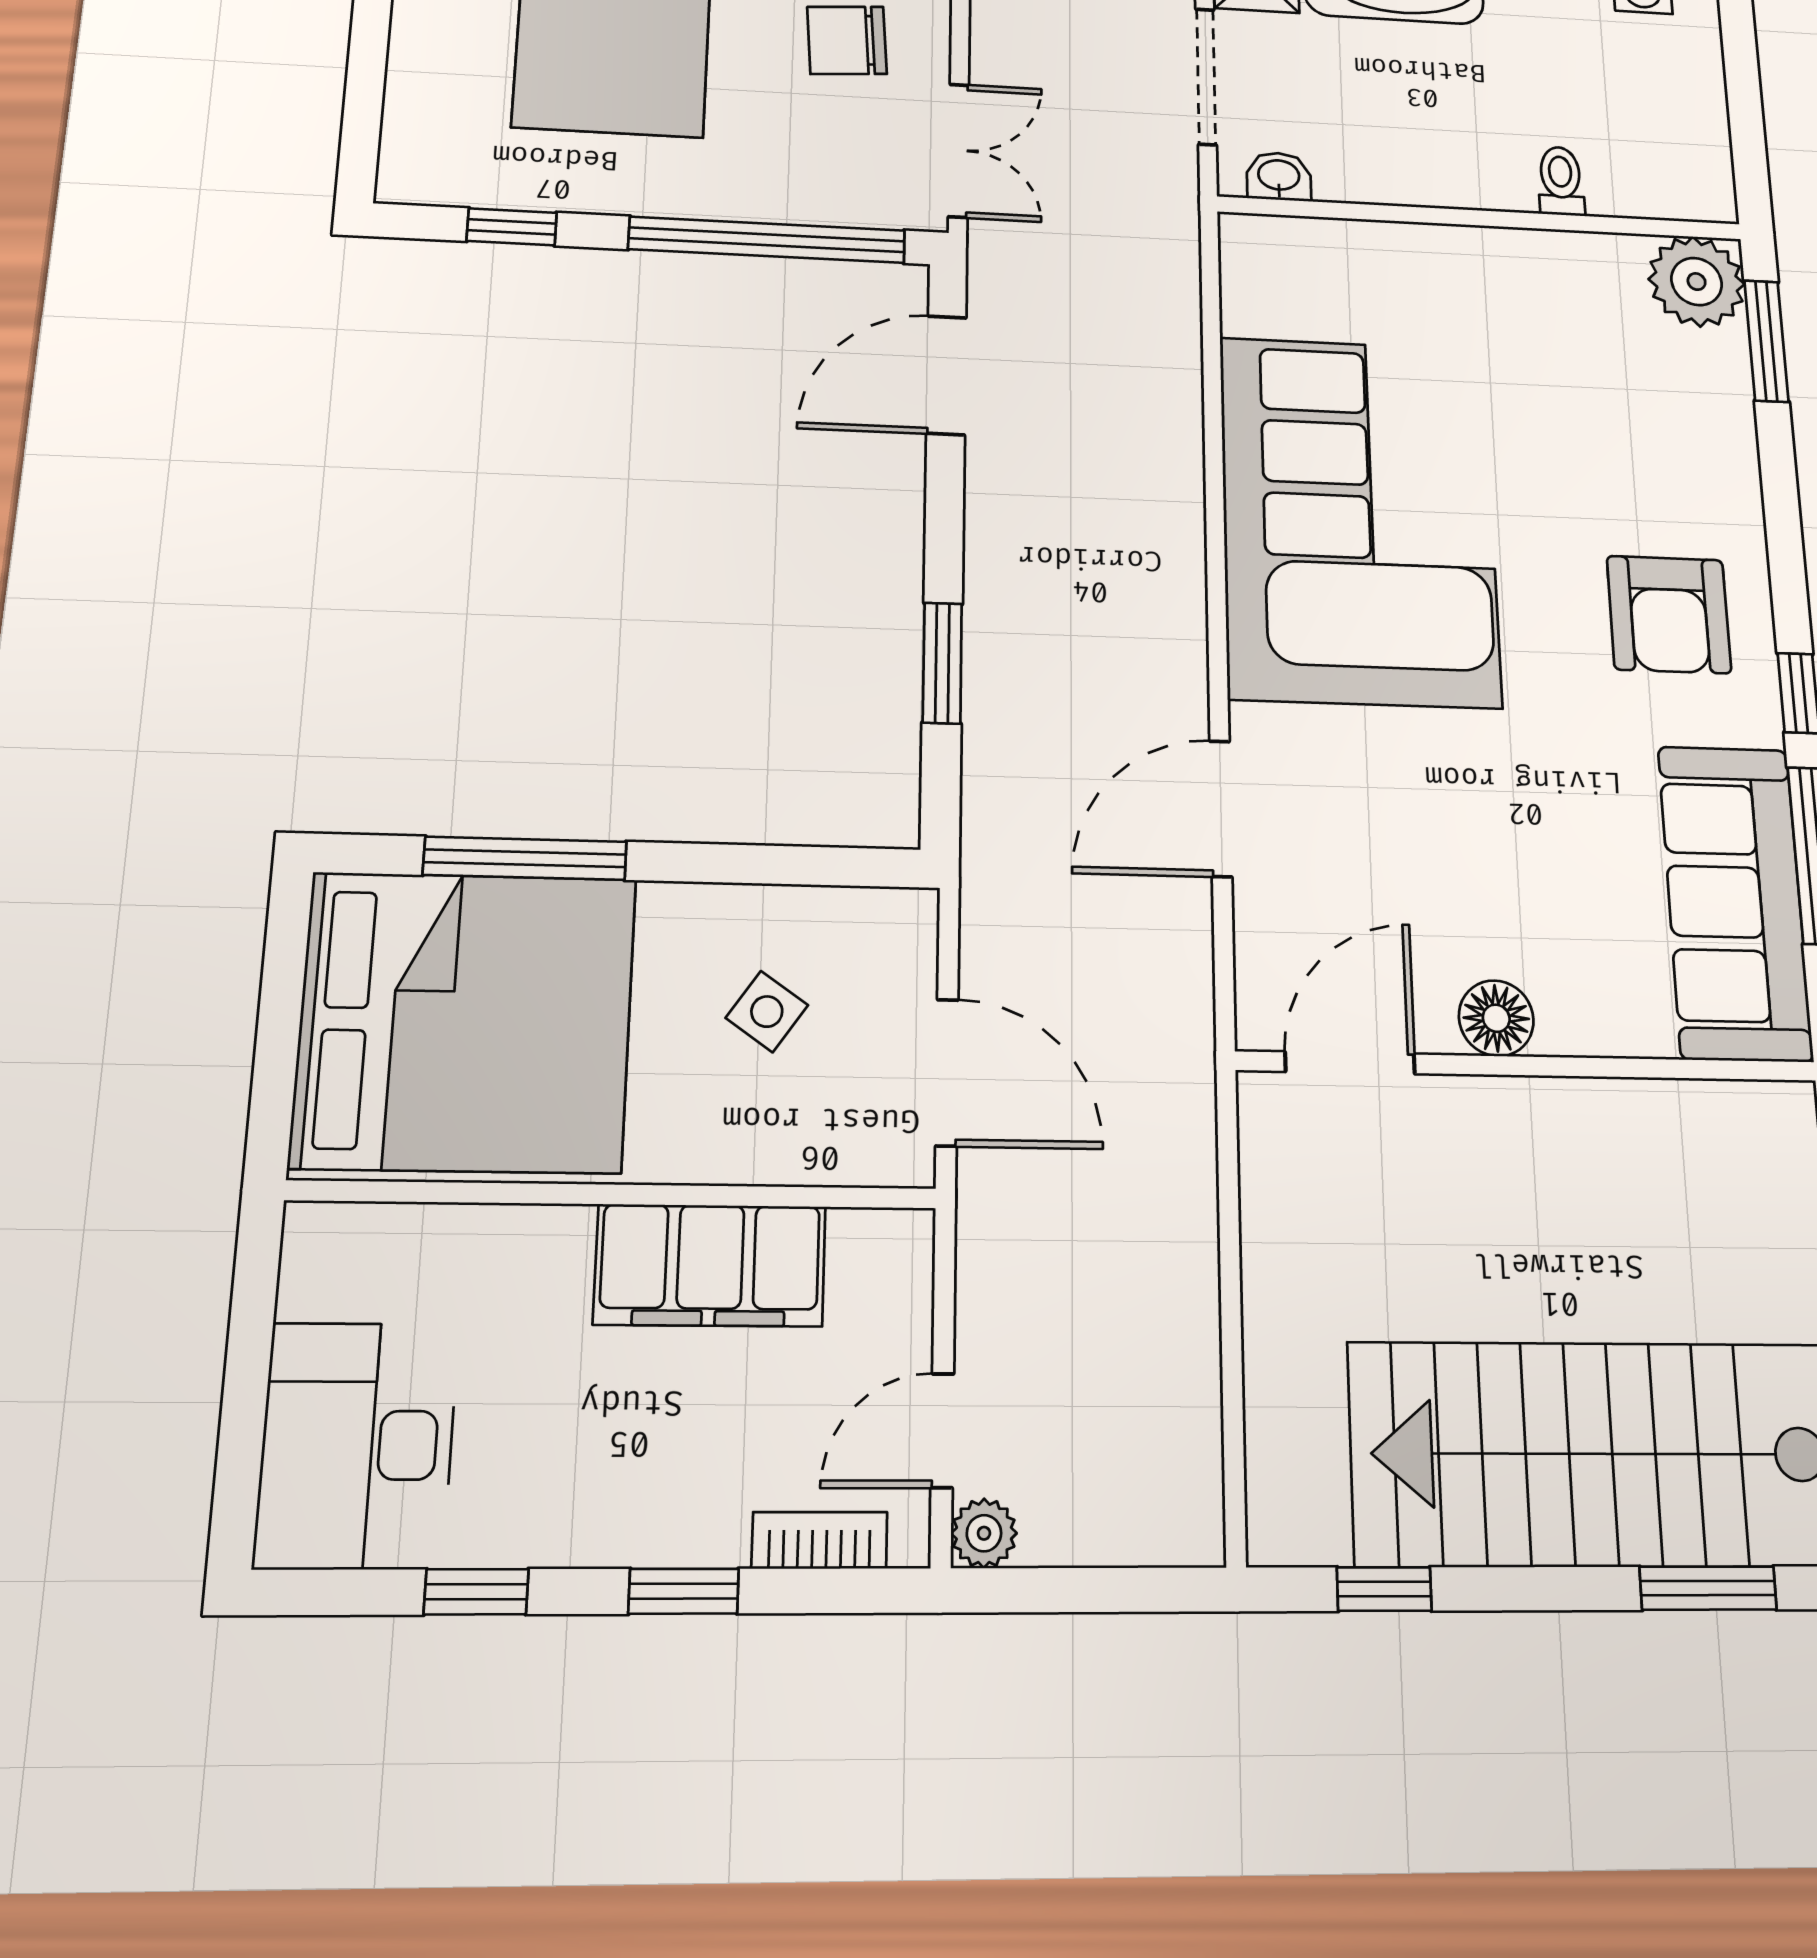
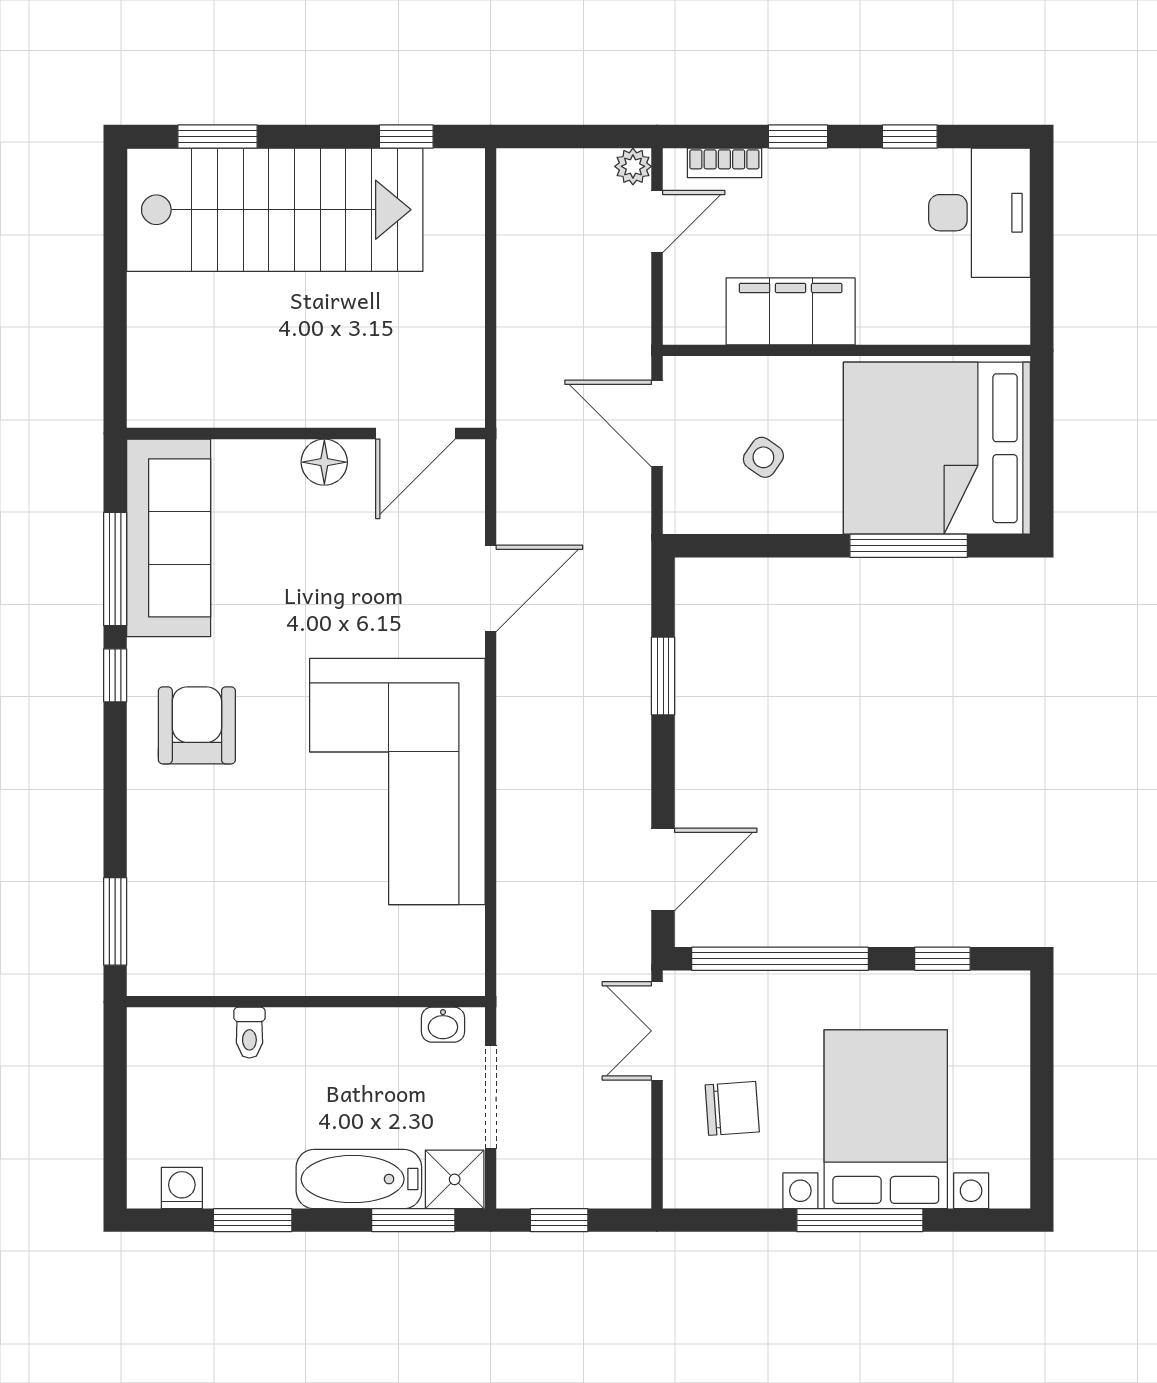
plant: (1697, 282) -> (160, 963), removed

